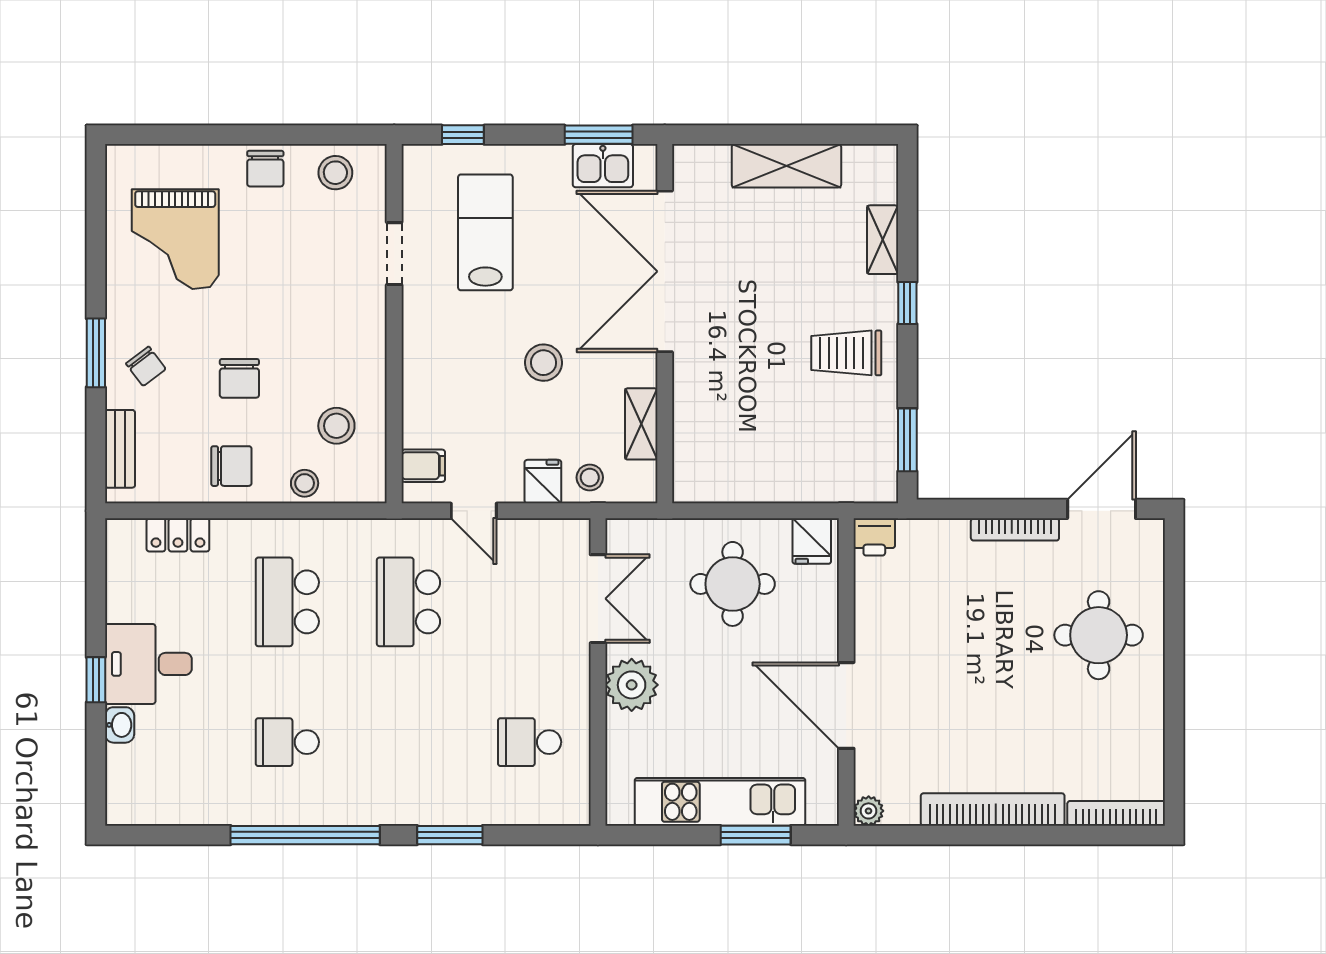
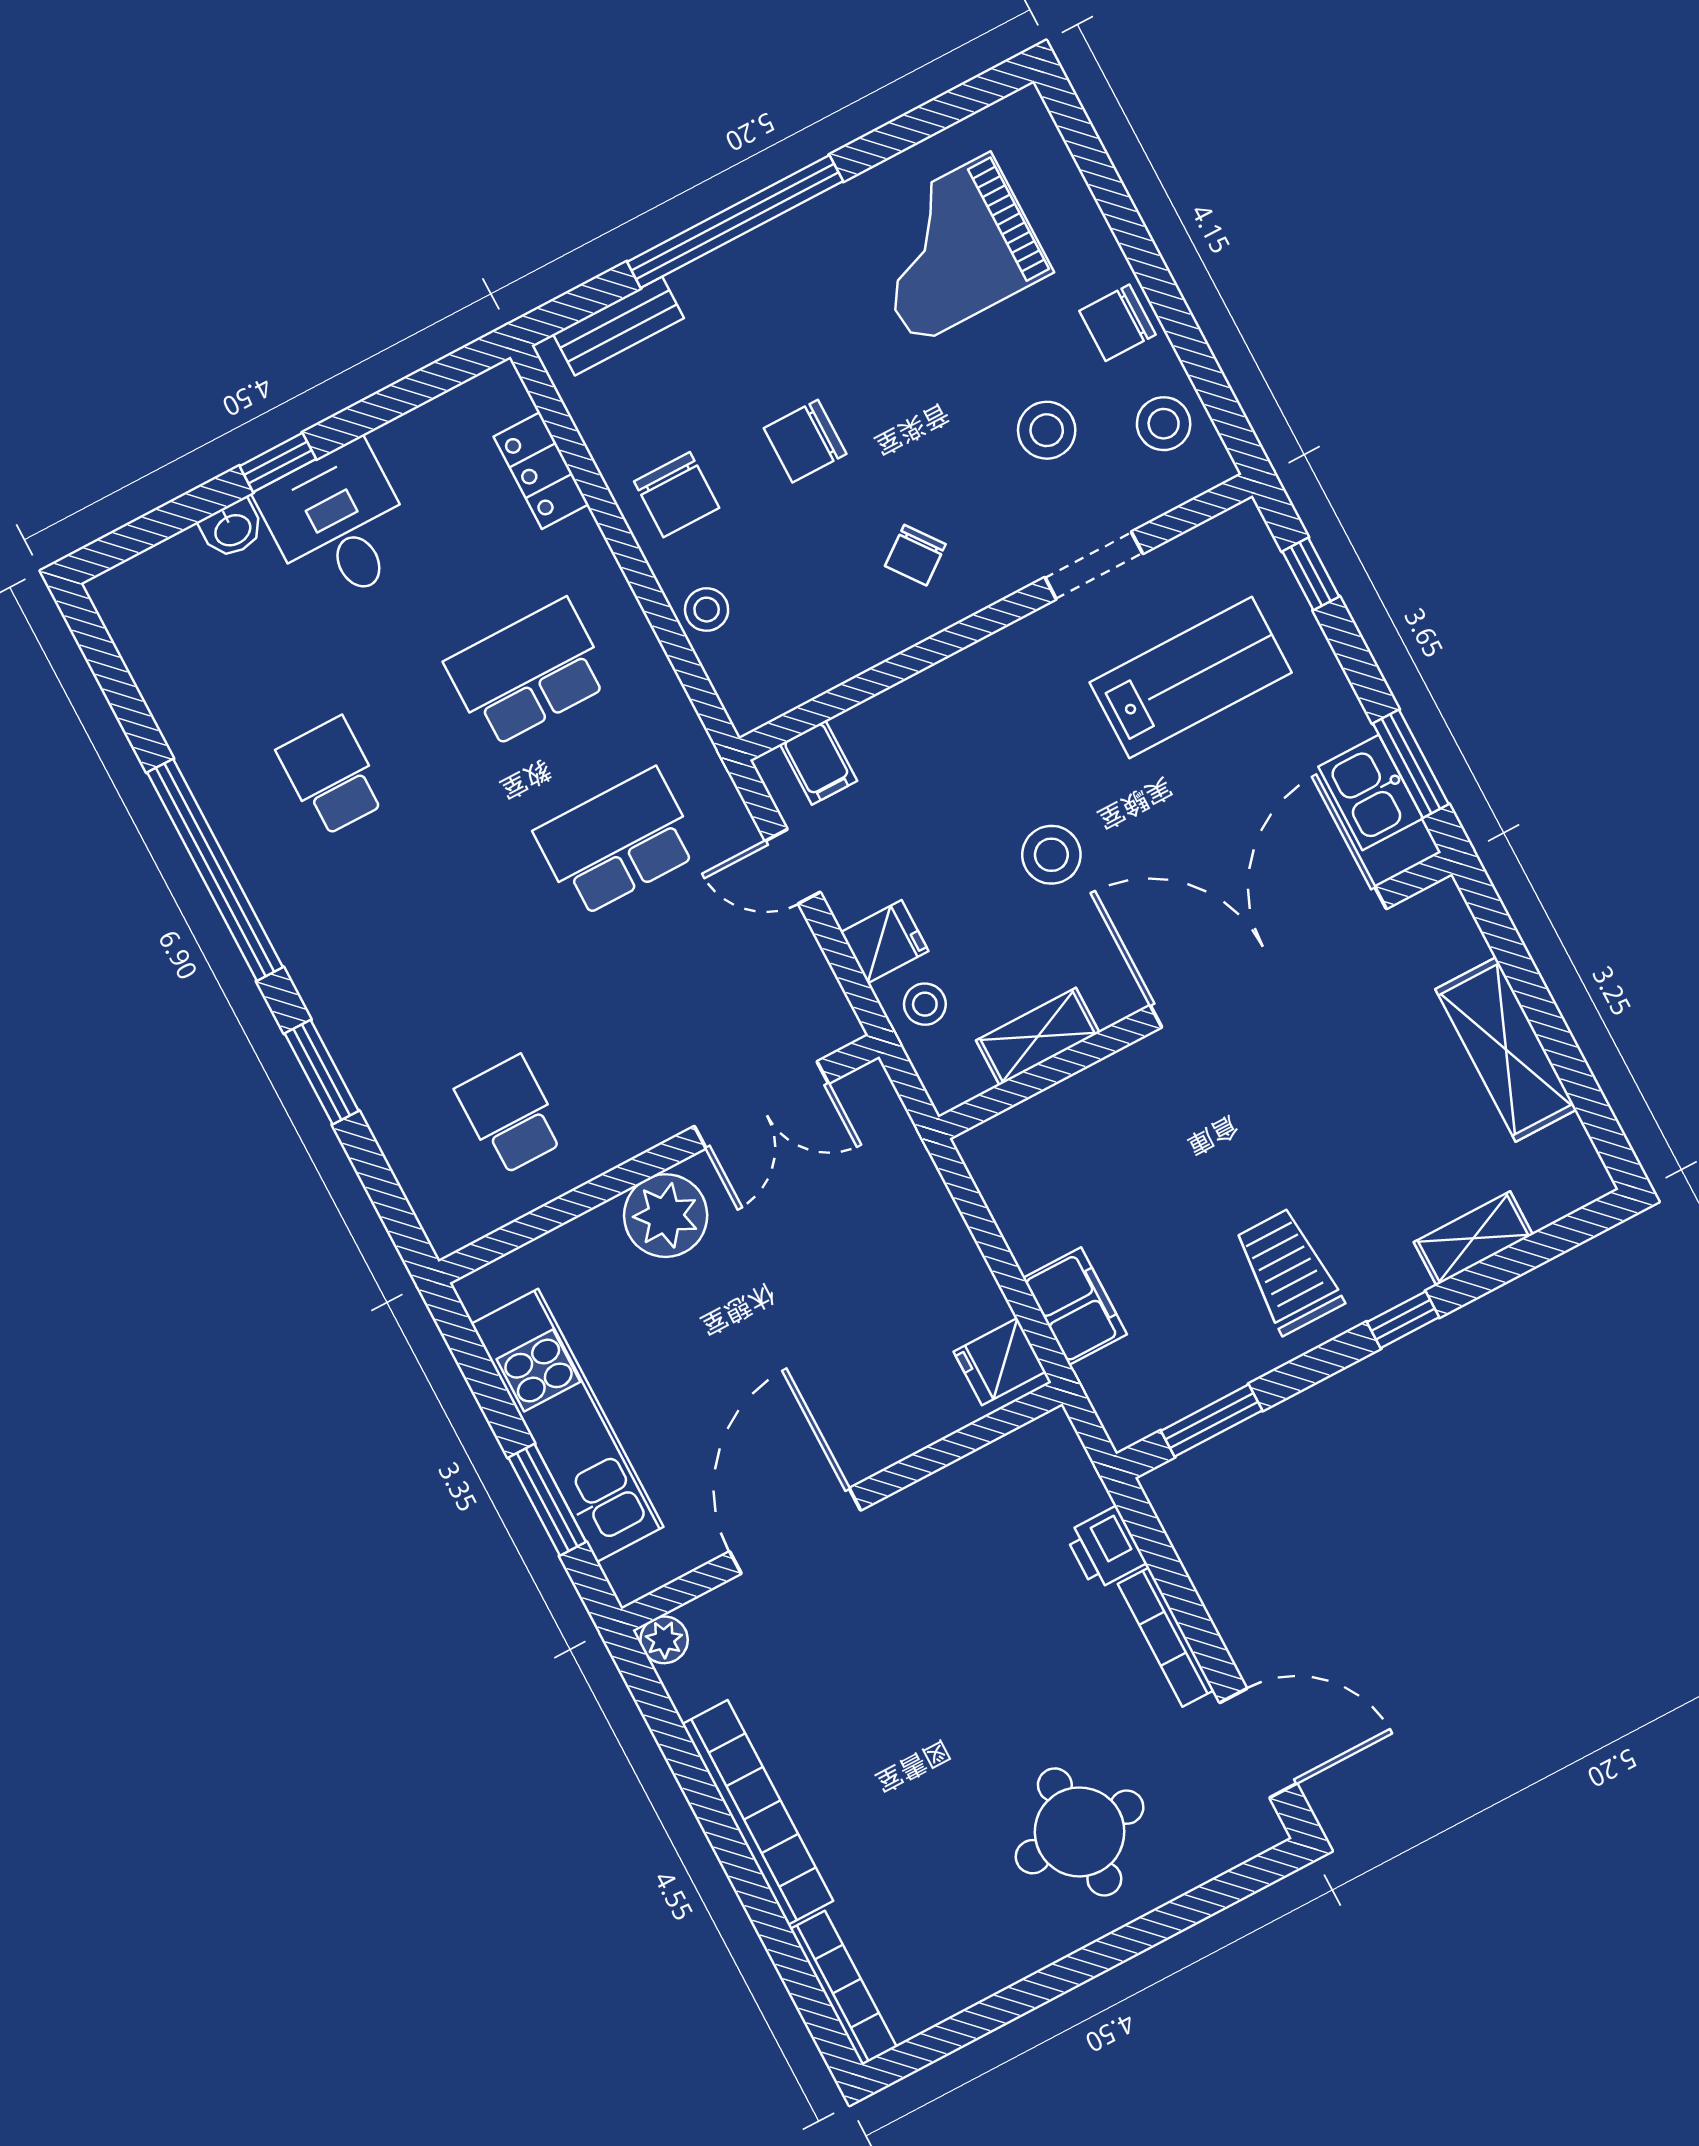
window: (96, 353) -> (735, 221), width x2.11
chair: (146, 366) -> (915, 555), moved
stool: (336, 426) -> (1047, 430), moved
filing cabinet: (803, 483) -> (1075, 1306), added
door: (474, 511) -> (793, 867), hinge flipped
printer: (874, 537) -> (1105, 1548), moved
round table: (733, 584) -> (881, 1282), removed

